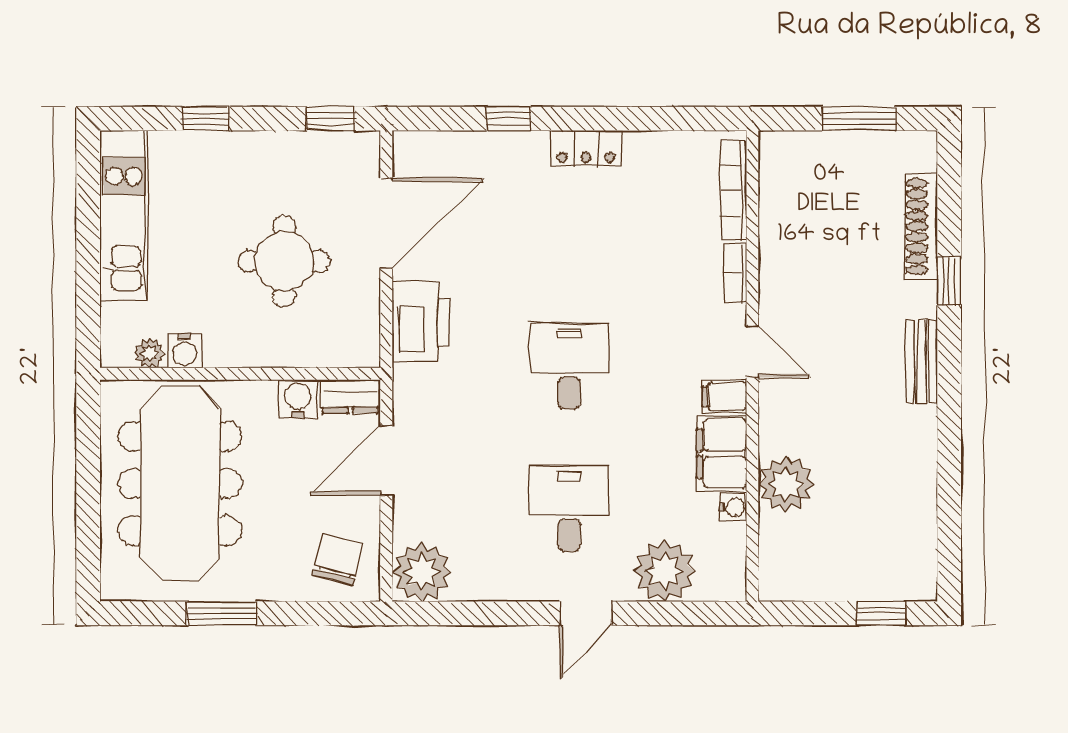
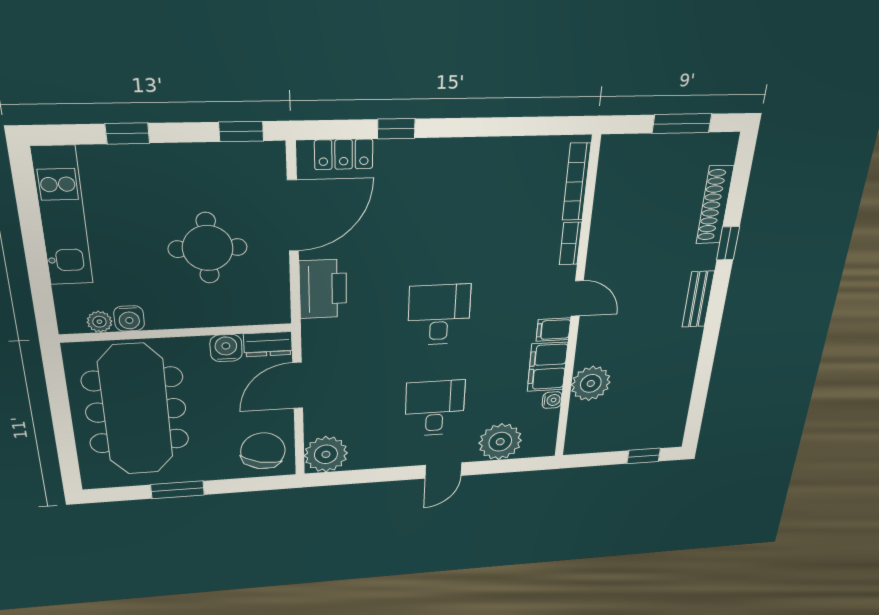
locker: (586, 148) -> (344, 154), moved
chair: (338, 560) -> (263, 451), width x1.37, depth x1.37

